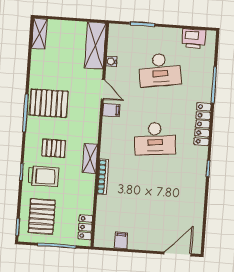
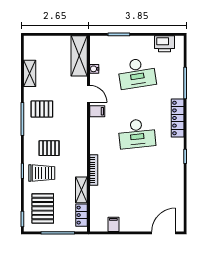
shelving: (39, 34) -> (30, 73), moved
pallet: (49, 103) -> (42, 109), width x0.67, depth x0.71
shelving: (90, 158) -> (81, 190), moved

